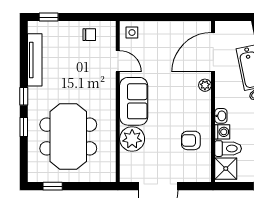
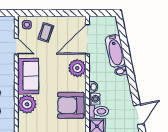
coffee table: (157, 43) -> (46, 32), added
plant: (205, 85) -> (77, 68), width x1.87, depth x1.87
armchair: (191, 140) -> (71, 105), width x1.88, depth x1.88

